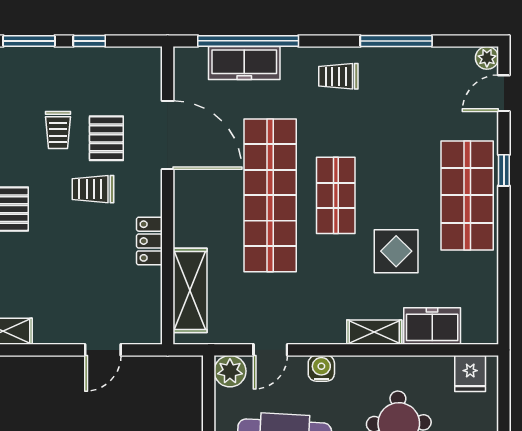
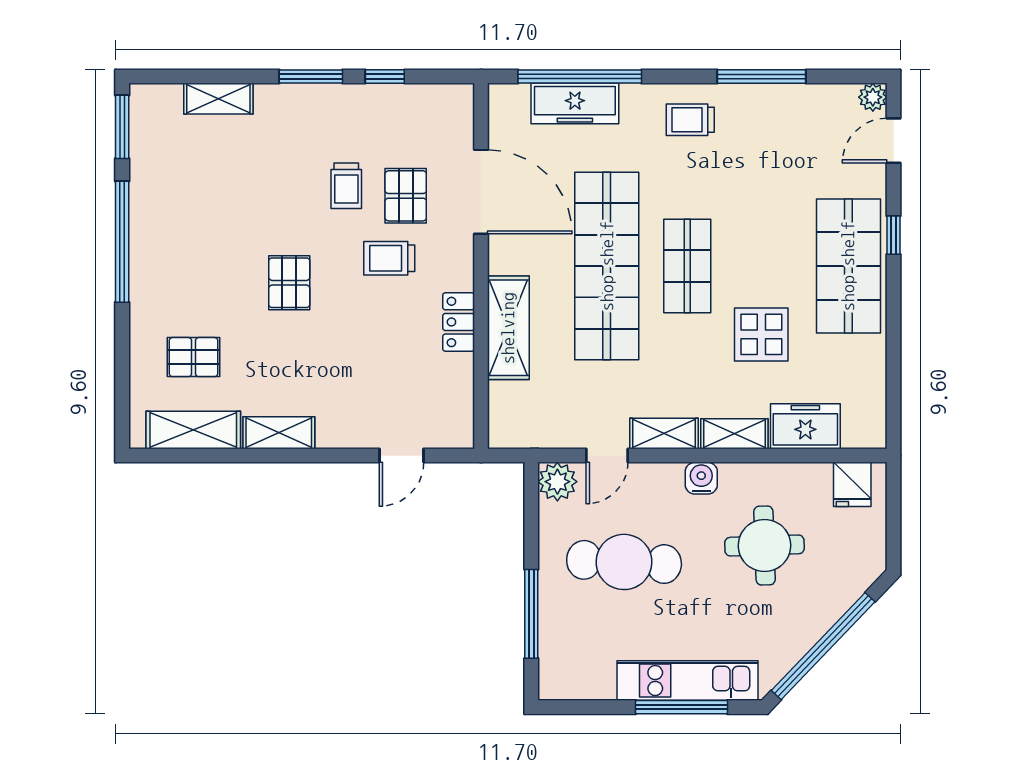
shelving: (190, 290) -> (508, 328), moved
shelving: (317, 332) -> (664, 433), added
water cooler: (321, 368) -> (701, 478), moved

